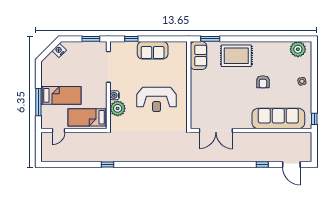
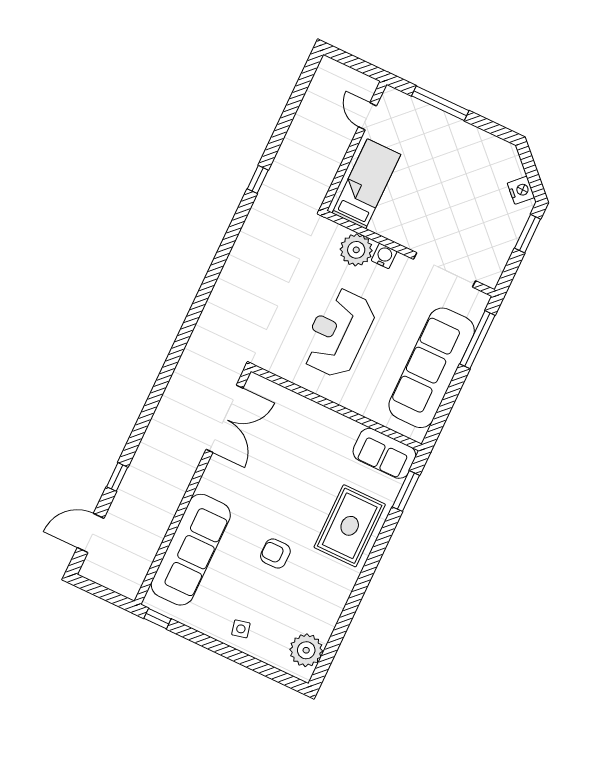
window: (91, 39) -> (528, 234), moved
window: (131, 39) -> (477, 340), width x2.17
sofa: (153, 50) -> (432, 368), width x1.85, depth x1.27
bed: (61, 95) -> (433, 153), removed
double door: (216, 130) -> (225, 419), swing flipped

